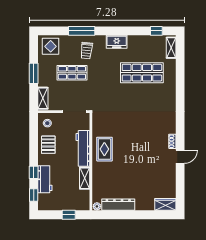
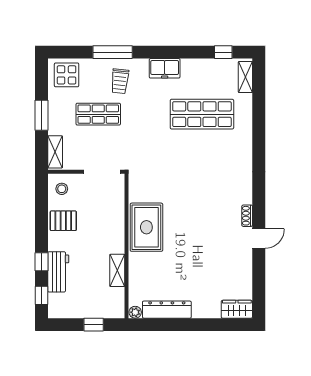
pallet: (48, 145) -> (63, 221), turned 90
workbench: (83, 148) -> (115, 226), removed
rug: (104, 149) -> (146, 227), width x1.36, depth x1.43

